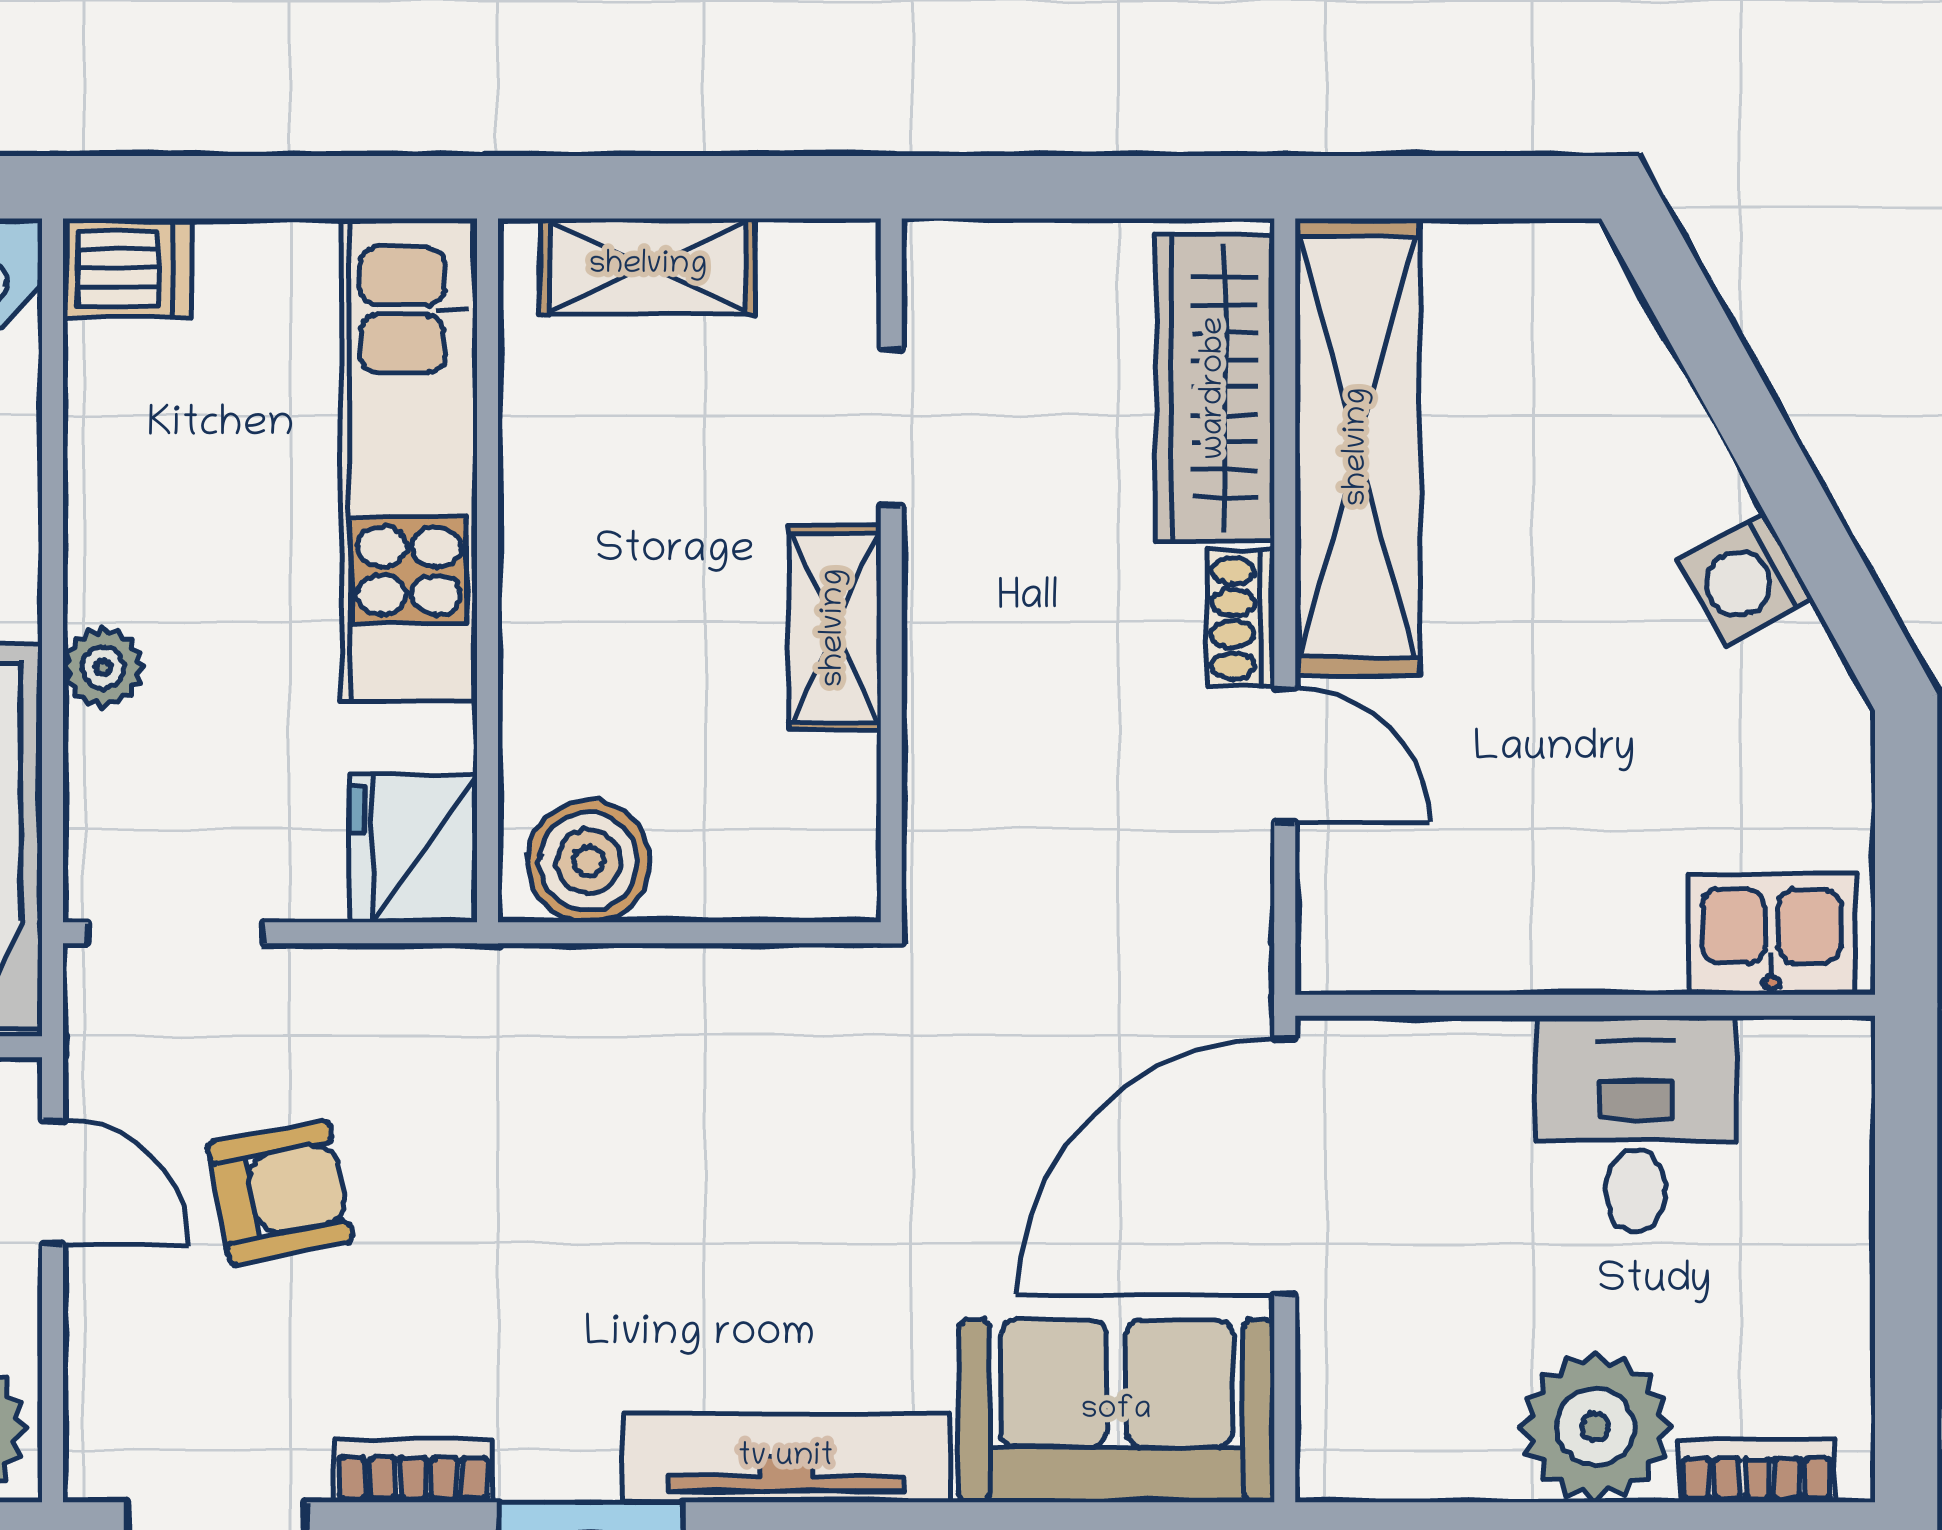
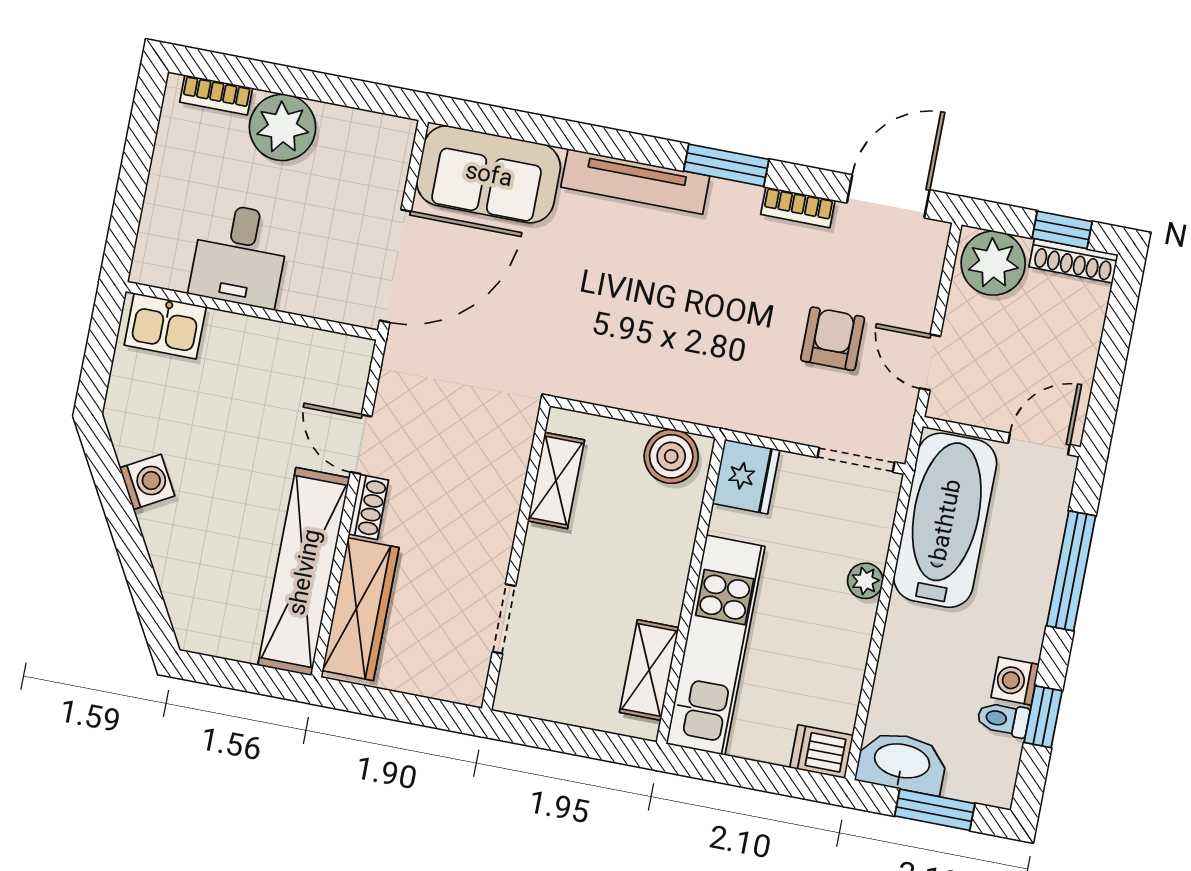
shelving: (648, 266) -> (649, 670), moved, turned 90
shelving: (835, 628) -> (556, 480), moved
armchair: (280, 1192) -> (833, 339), turned 101

